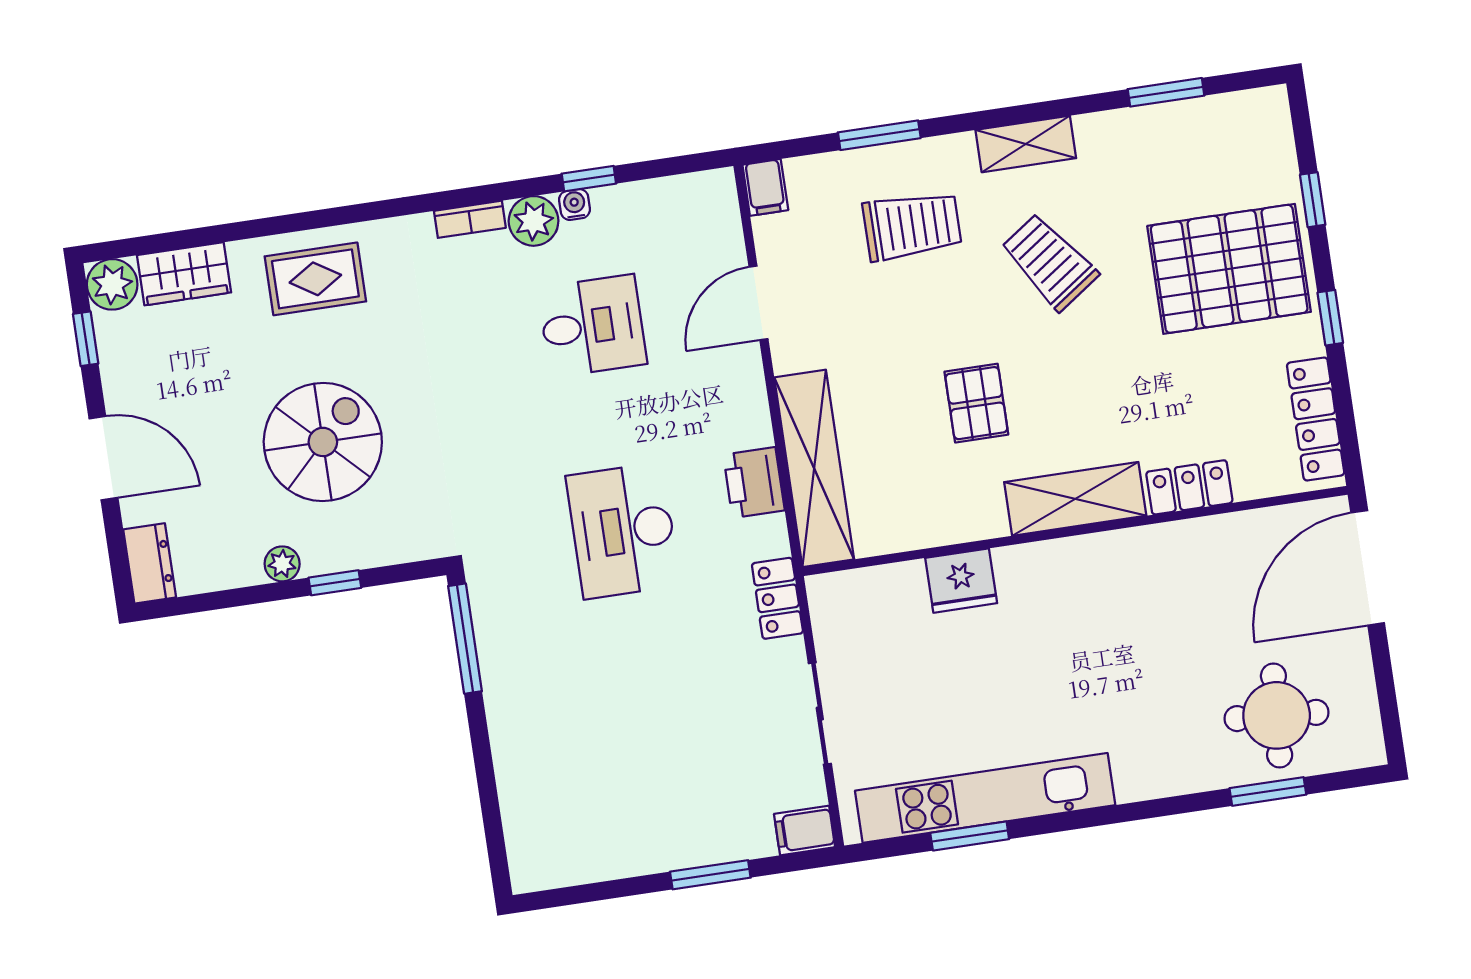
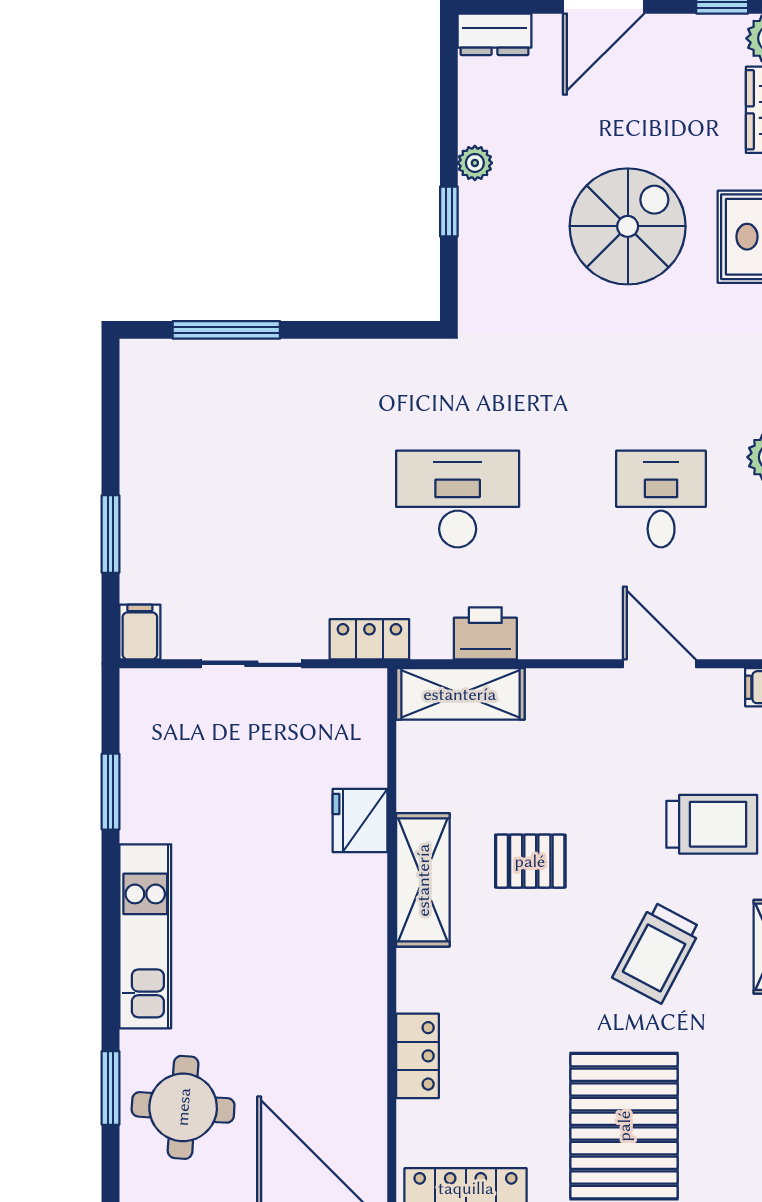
trolley: (912, 226) -> (712, 824), turned -90
trolley: (1049, 262) -> (657, 953), turned 153
desk: (592, 326) -> (661, 499), turned 180
spiral stairs: (323, 442) -> (628, 226), moved, turned -90
shelving: (814, 468) -> (460, 694), width x0.68
shelving: (1075, 499) -> (423, 880), moved
window: (465, 639) -> (226, 330), moved
kitchen unit: (985, 798) -> (145, 936), moved, width x0.73

